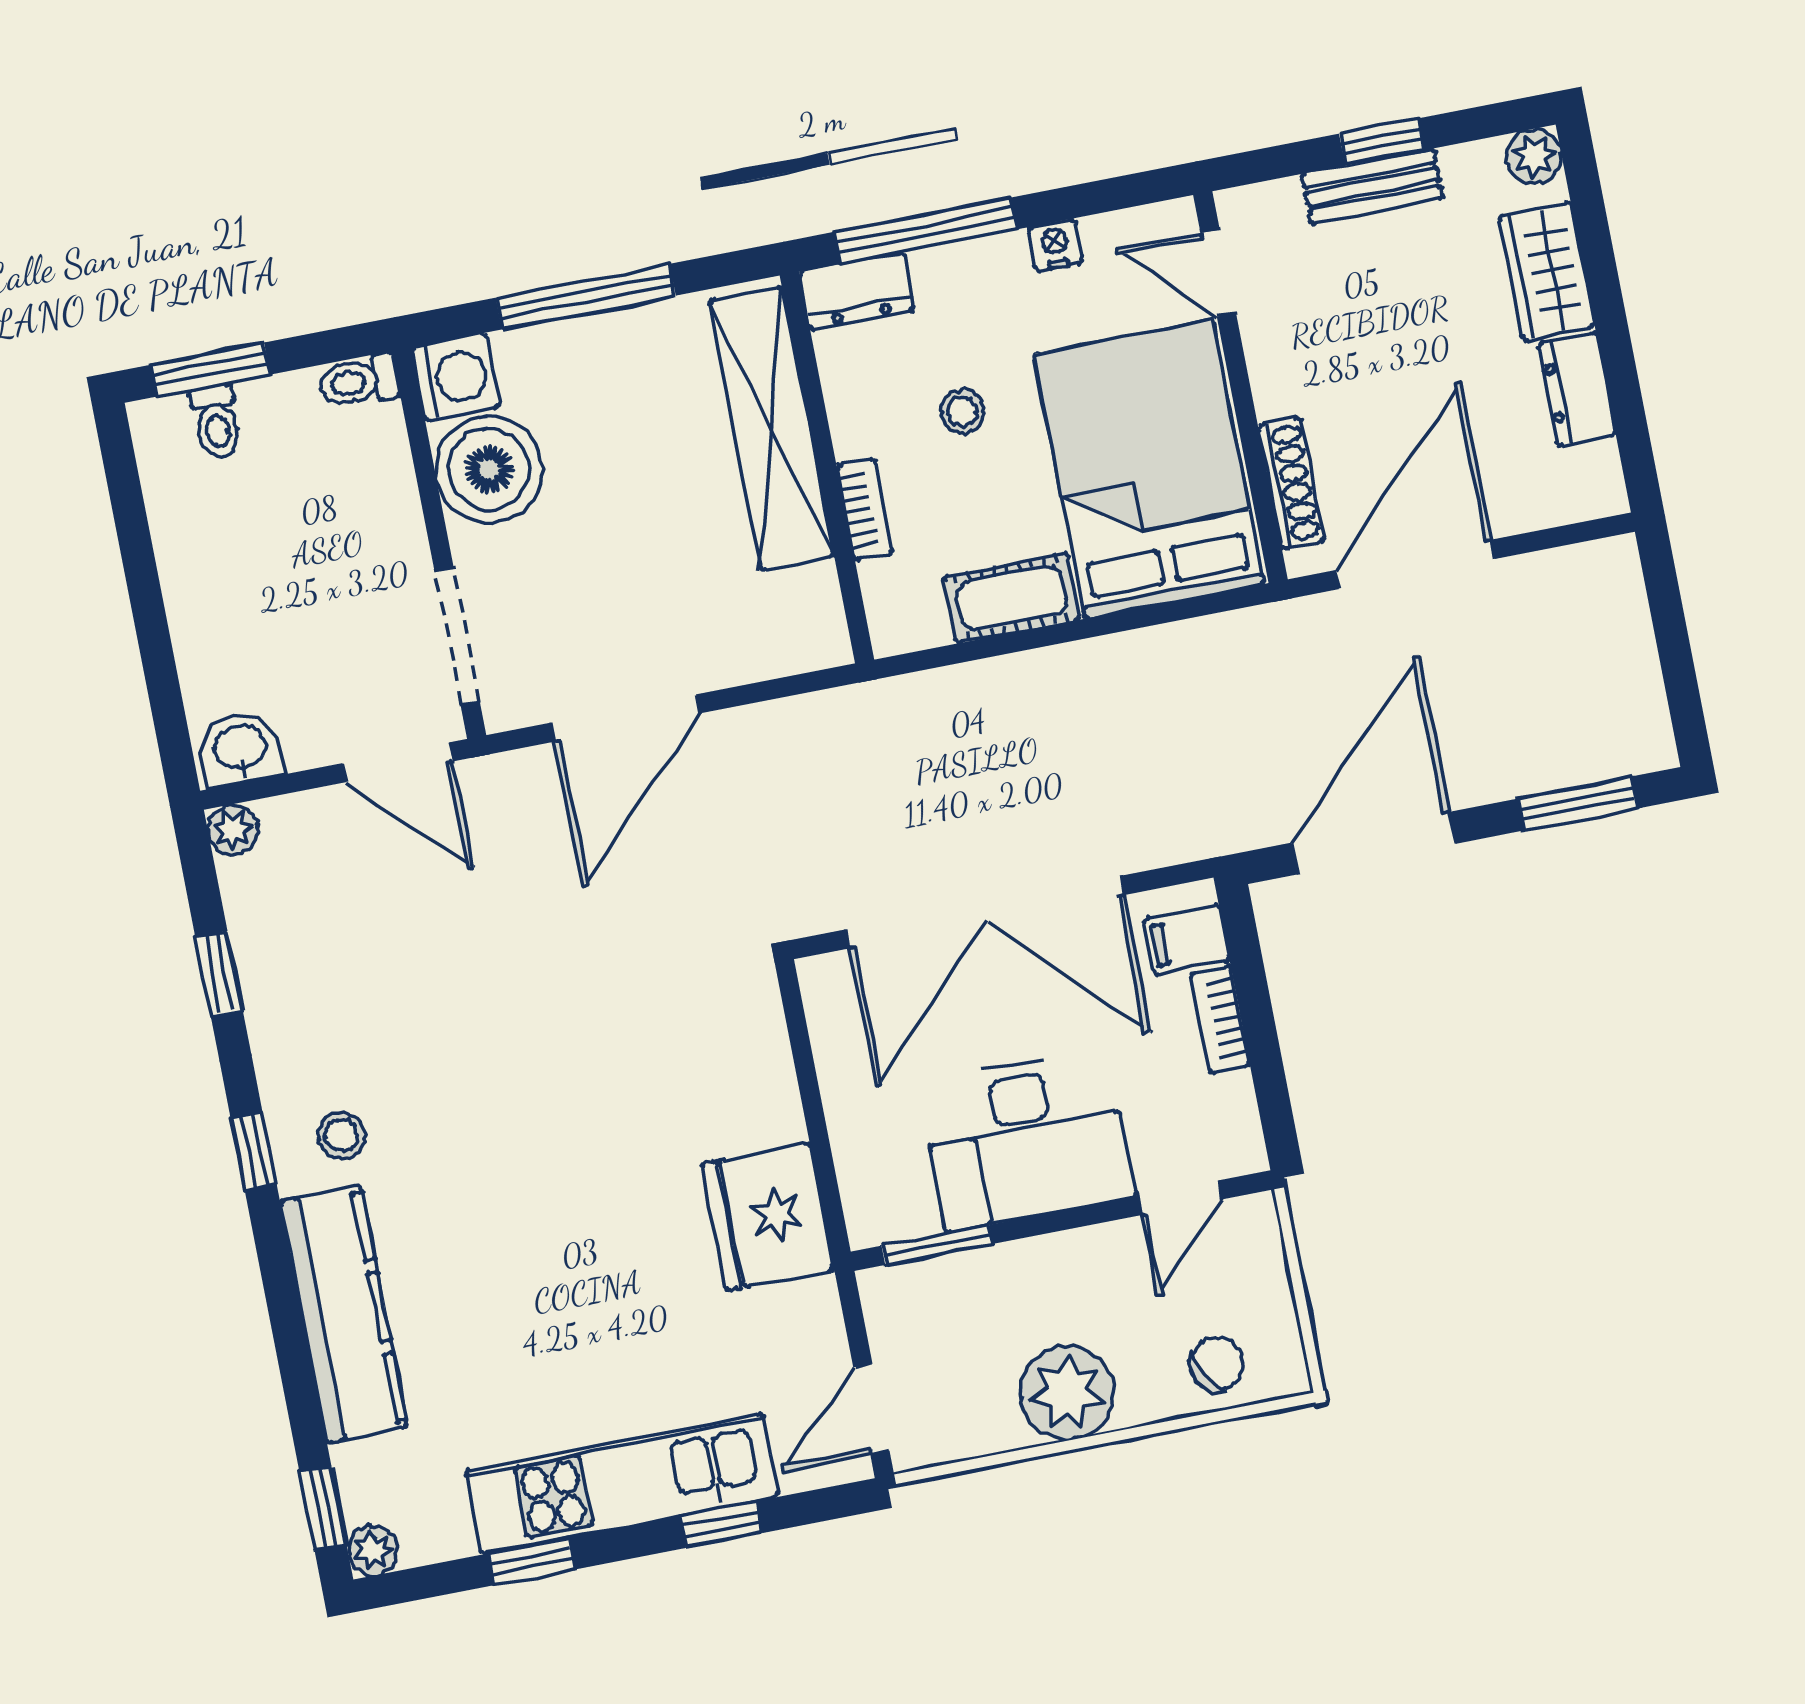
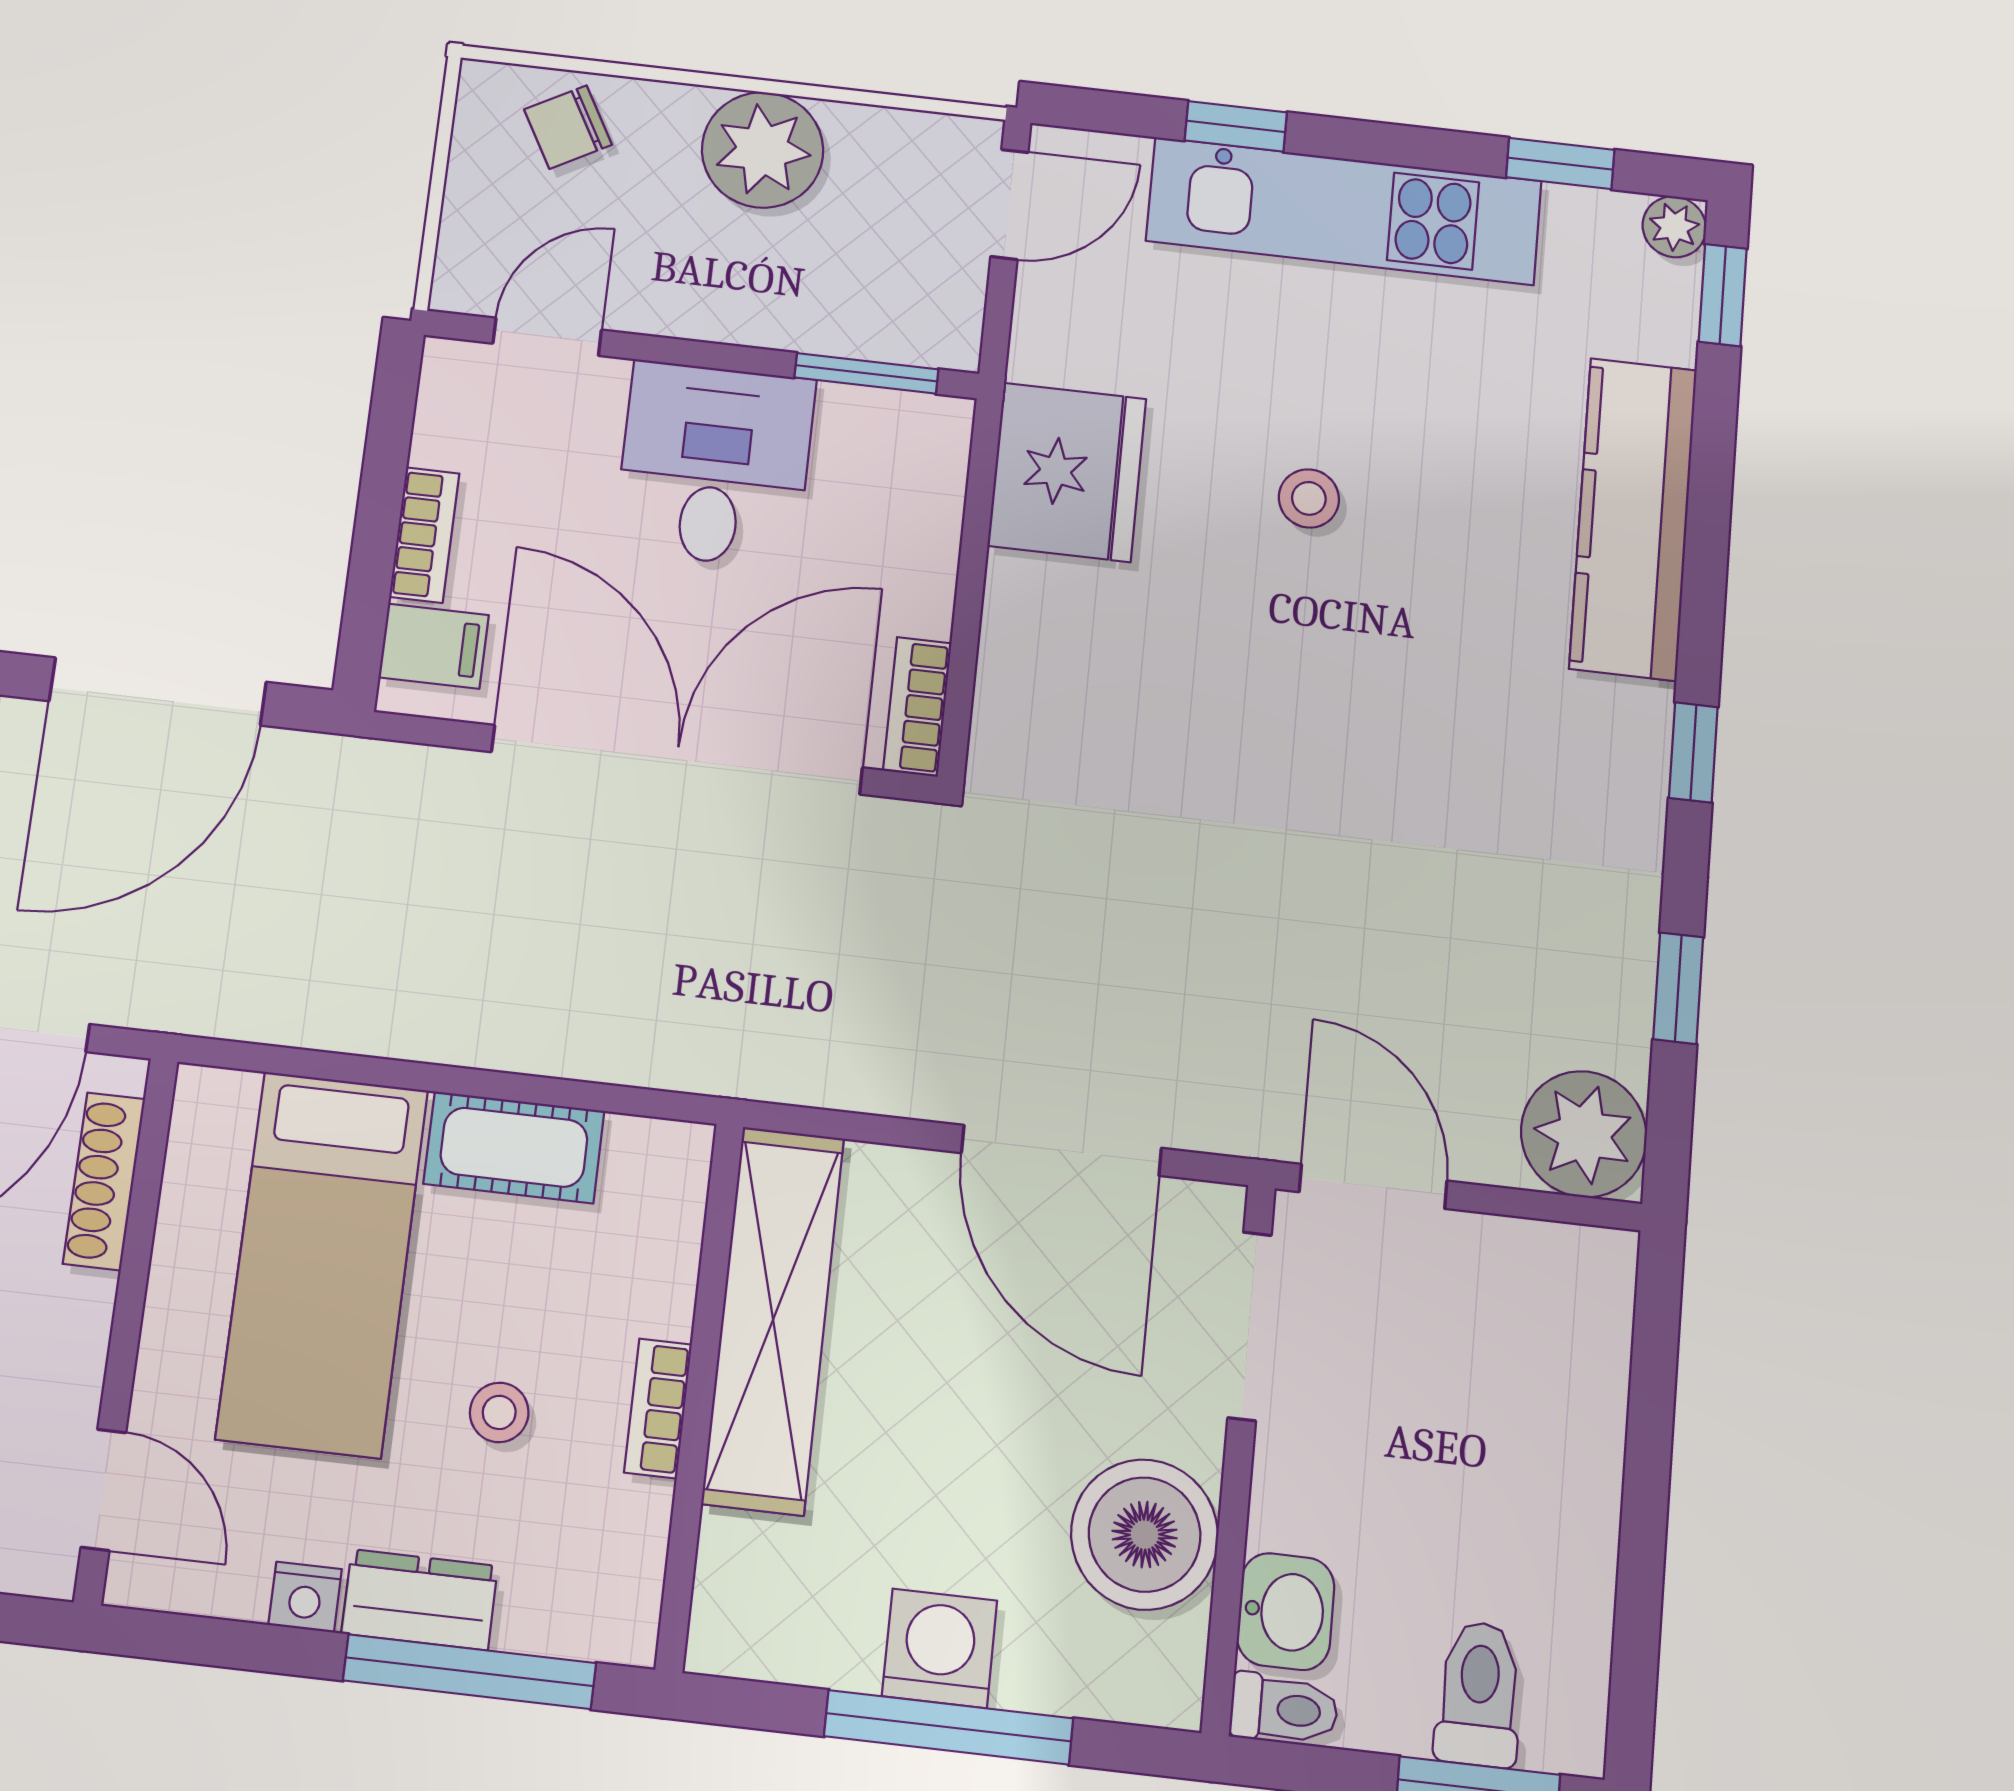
dresser: (857, 291) -> (420, 1600), moved
washing machine: (455, 377) -> (940, 1648), moved, turned 90
toilet: (216, 422) -> (1479, 1694), width x1.37, depth x1.39
shelving: (771, 428) -> (773, 1320), moved
bed: (1149, 469) -> (322, 1264), width x0.67
bookcase: (865, 509) -> (658, 1408), moved
door: (625, 718) -> (1061, 1150), swing flipped
washbasin: (240, 749) -> (1286, 1612), moved, turned -90
plant: (233, 830) -> (1584, 1134), width x1.88, depth x1.88
bookcase: (824, 1006) -> (917, 707), added
stool: (341, 1135) -> (1309, 498), moved
desk: (1027, 1140) -> (715, 465), width x0.73
window: (532, 1561) -> (1560, 164), moved

